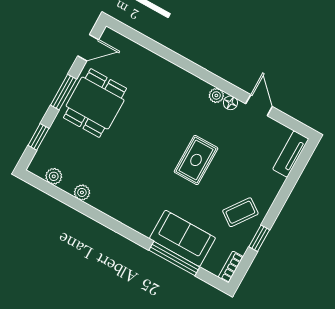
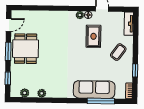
rug: (196, 160) -> (93, 36), moved
coffee table: (240, 212) -> (118, 52), moved
sofa: (182, 238) -> (94, 90), width x1.36

